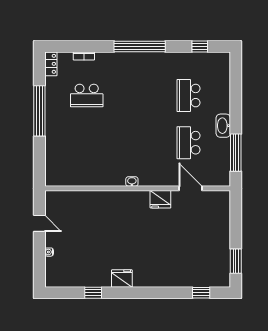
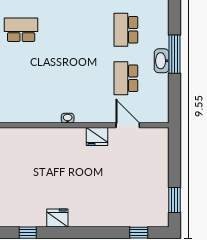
school desk: (87, 96) -> (21, 30), turned 180
window: (236, 153) -> (174, 54), moved

